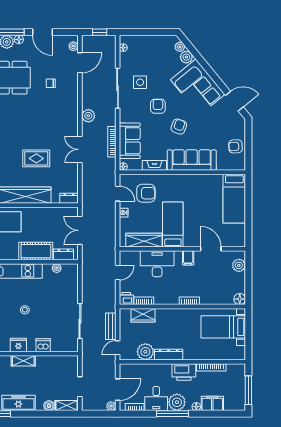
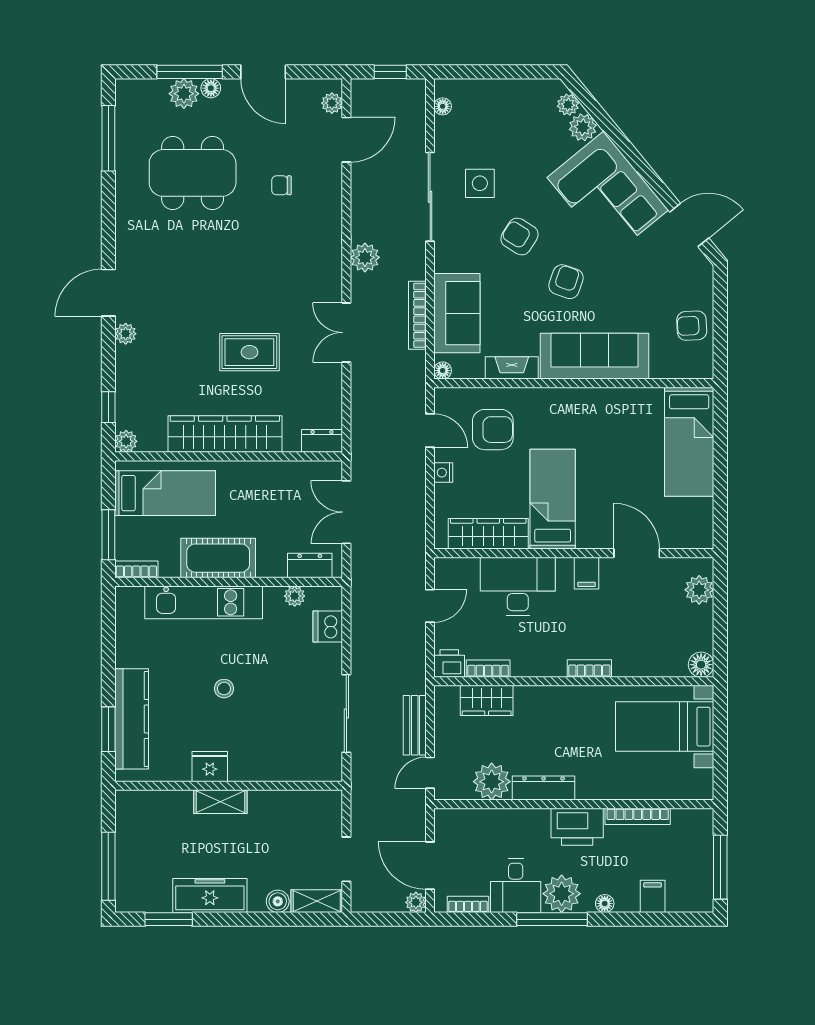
armchair: (158, 106) -> (519, 237), turned -58
cot: (36, 251) -> (218, 558), moved
dishwasher: (43, 345) -> (328, 627), moved, turned -90
door: (118, 390) -> (430, 866), swing flipped
filing cabinet: (212, 403) -> (653, 896), width x0.50

